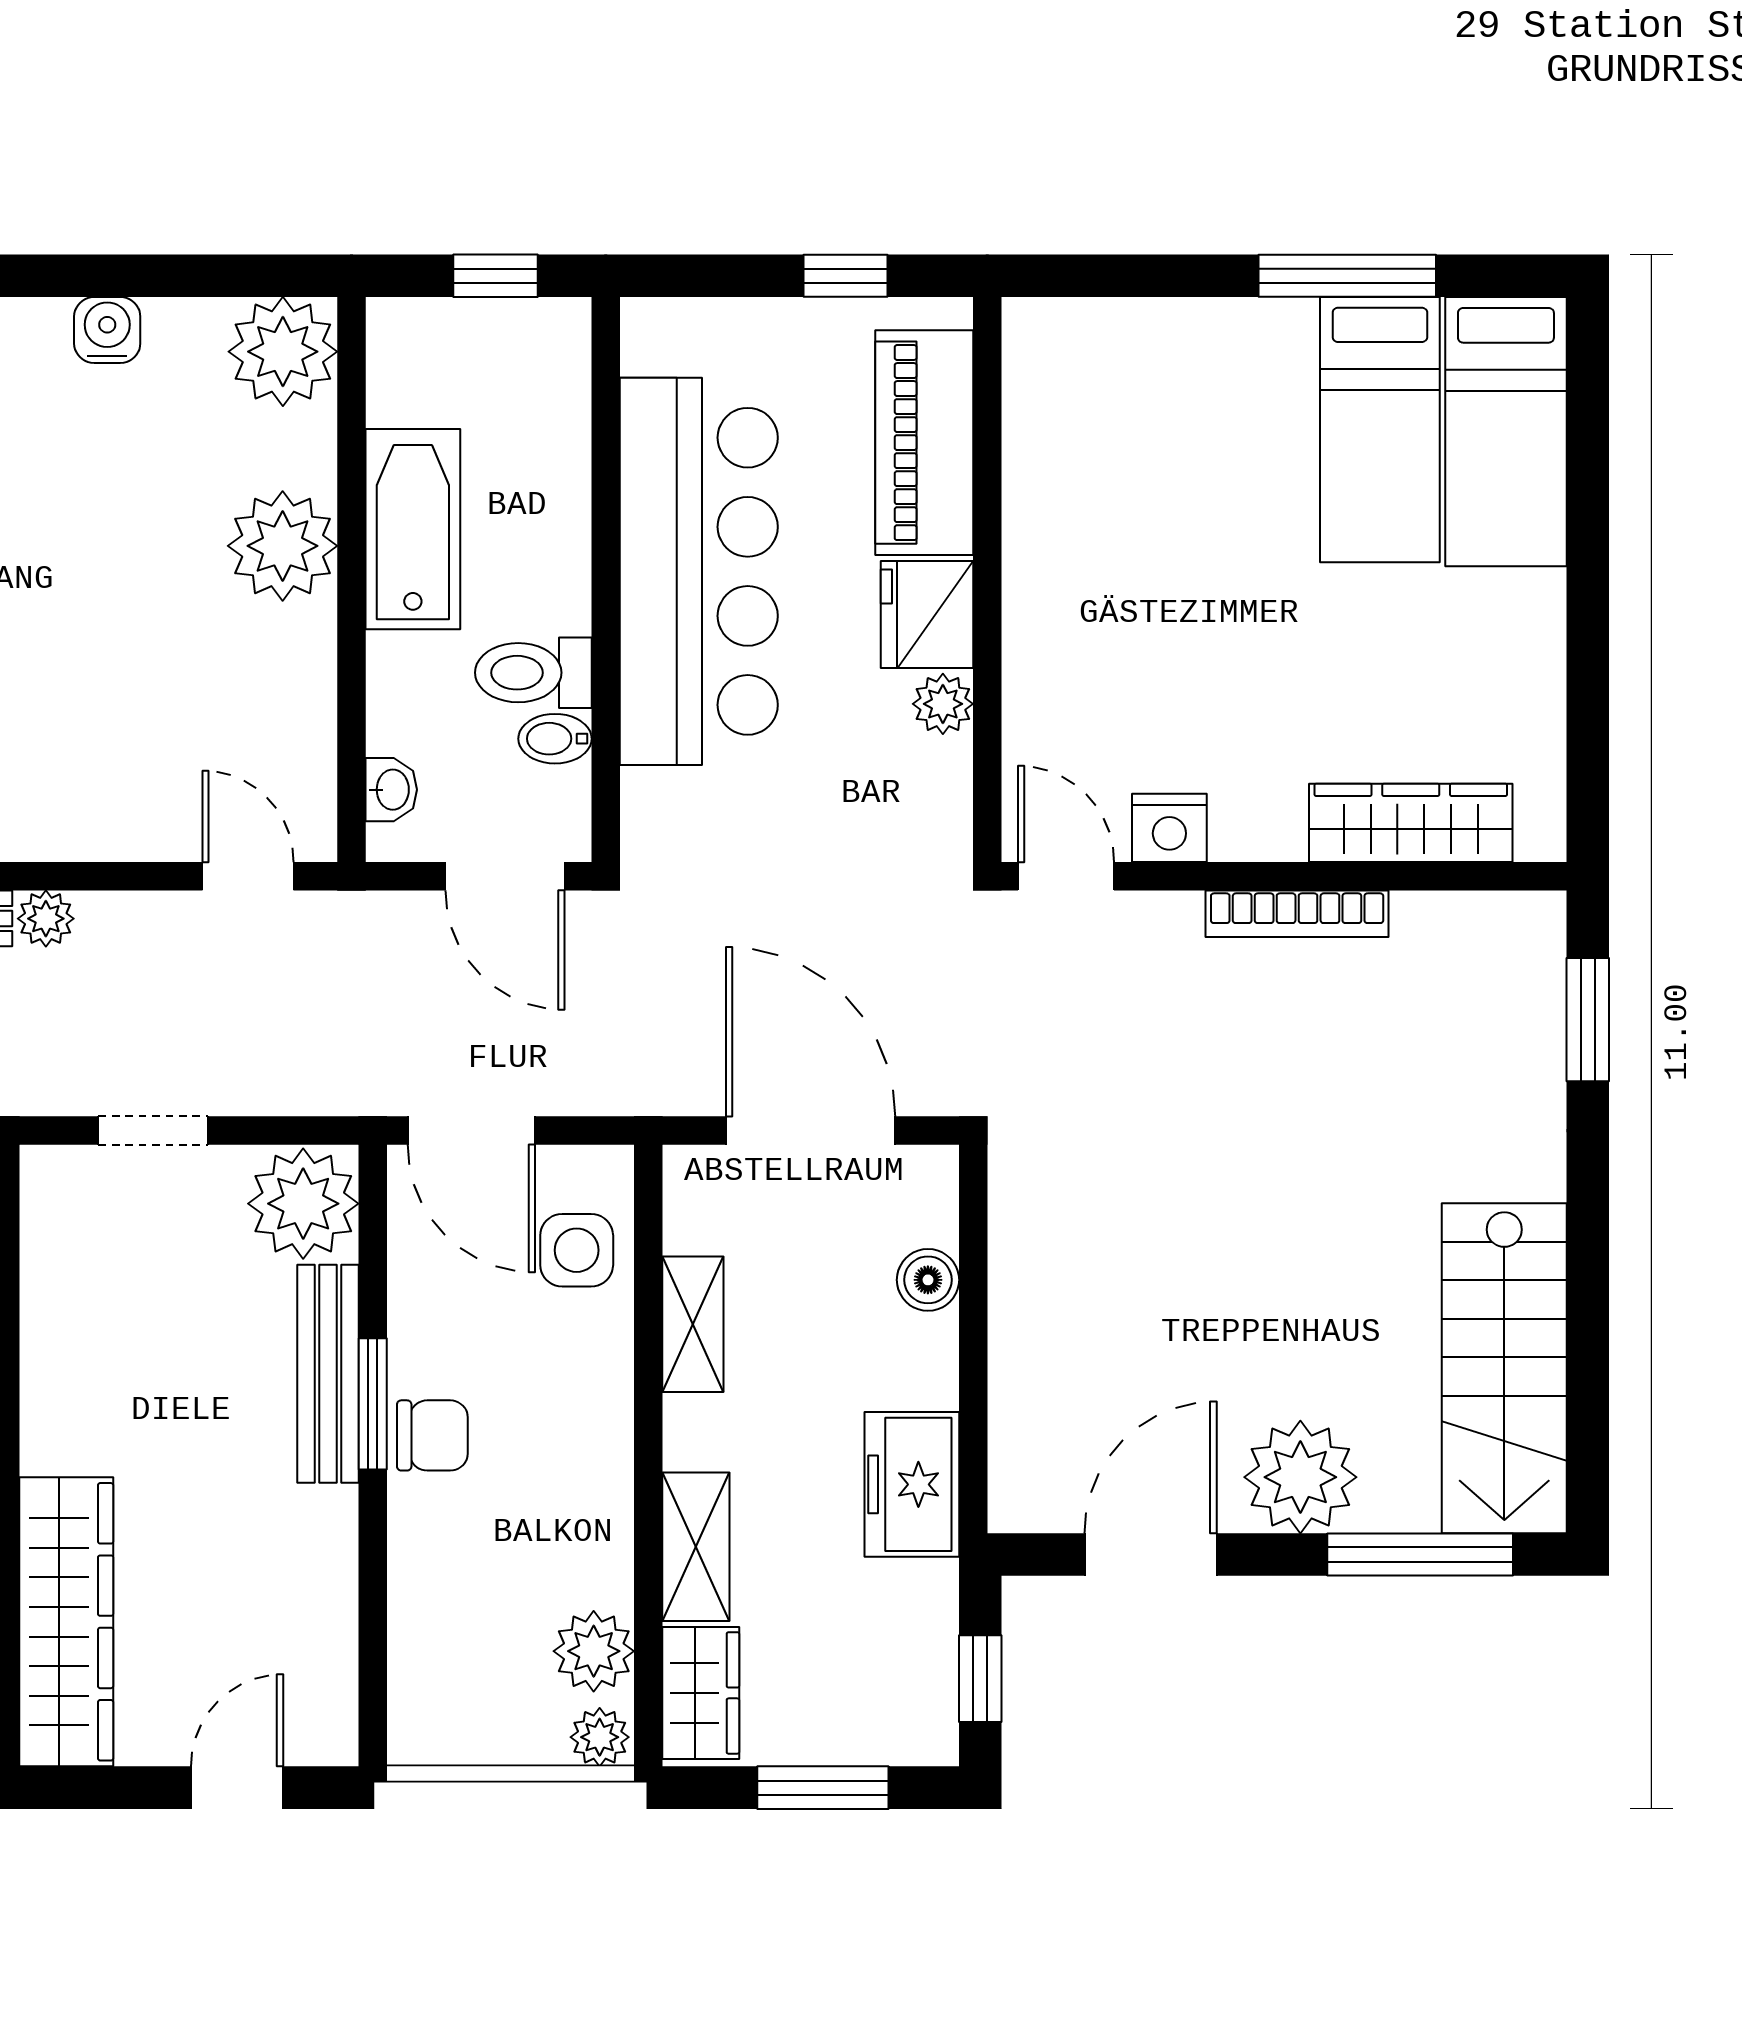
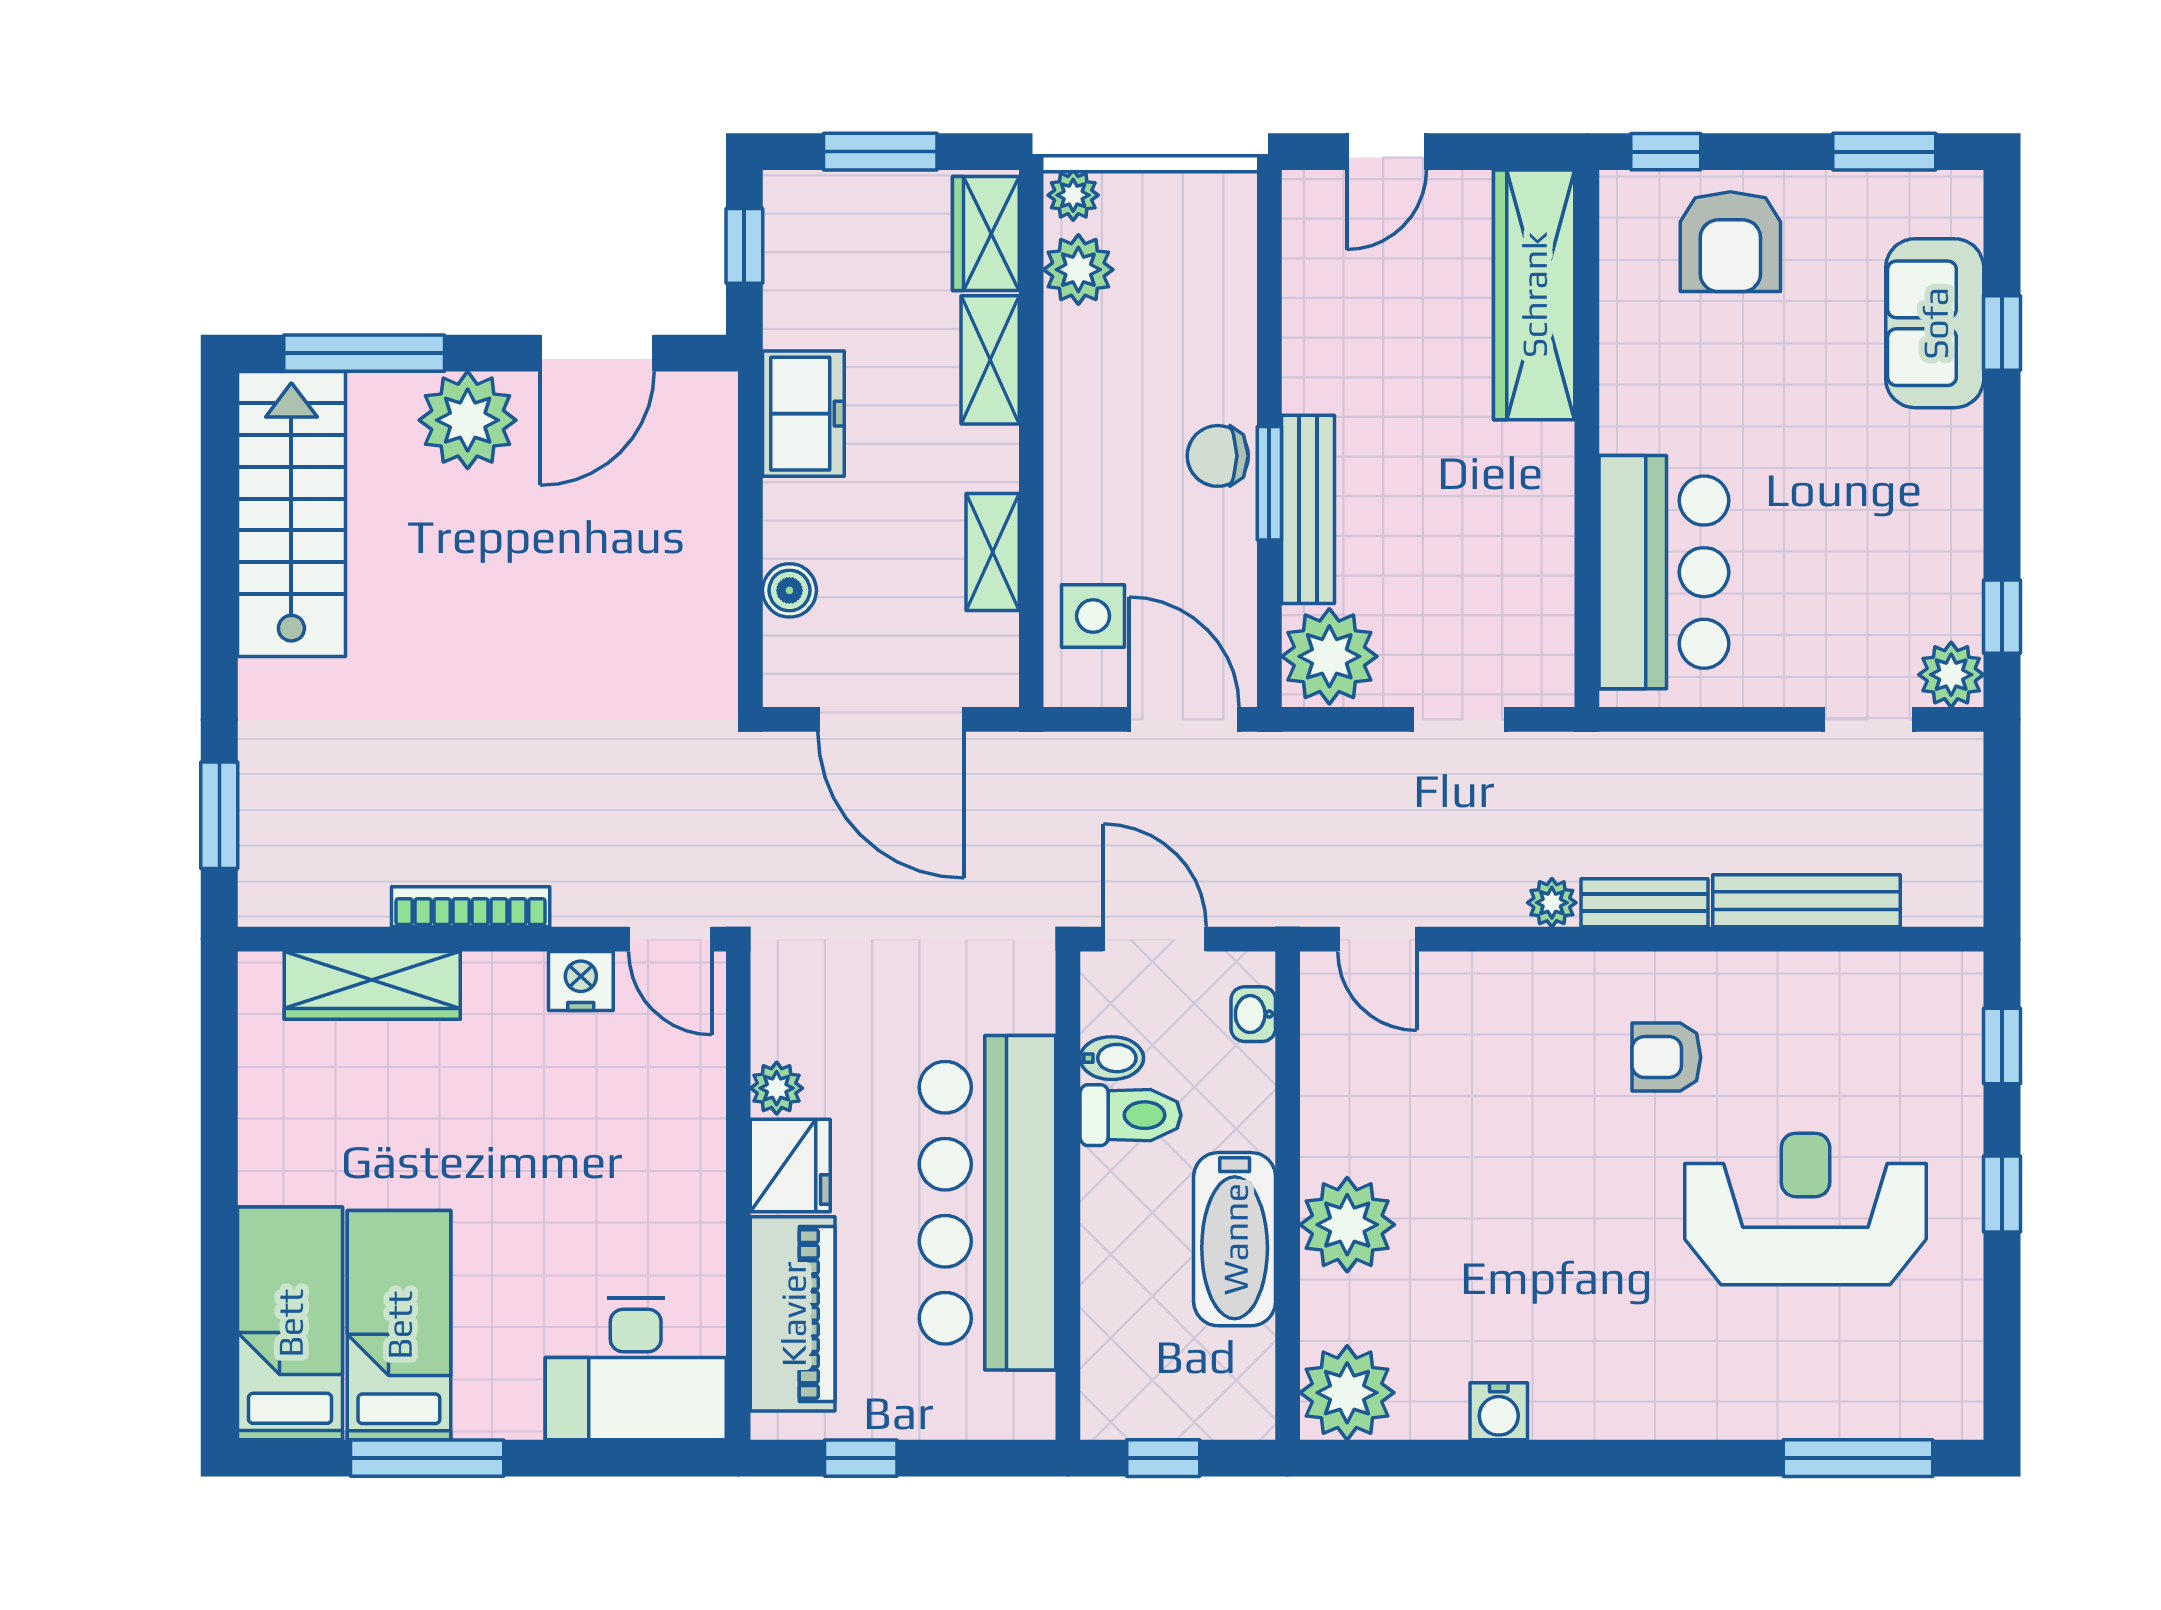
desk: (1106, 379) -> (636, 1369), added

